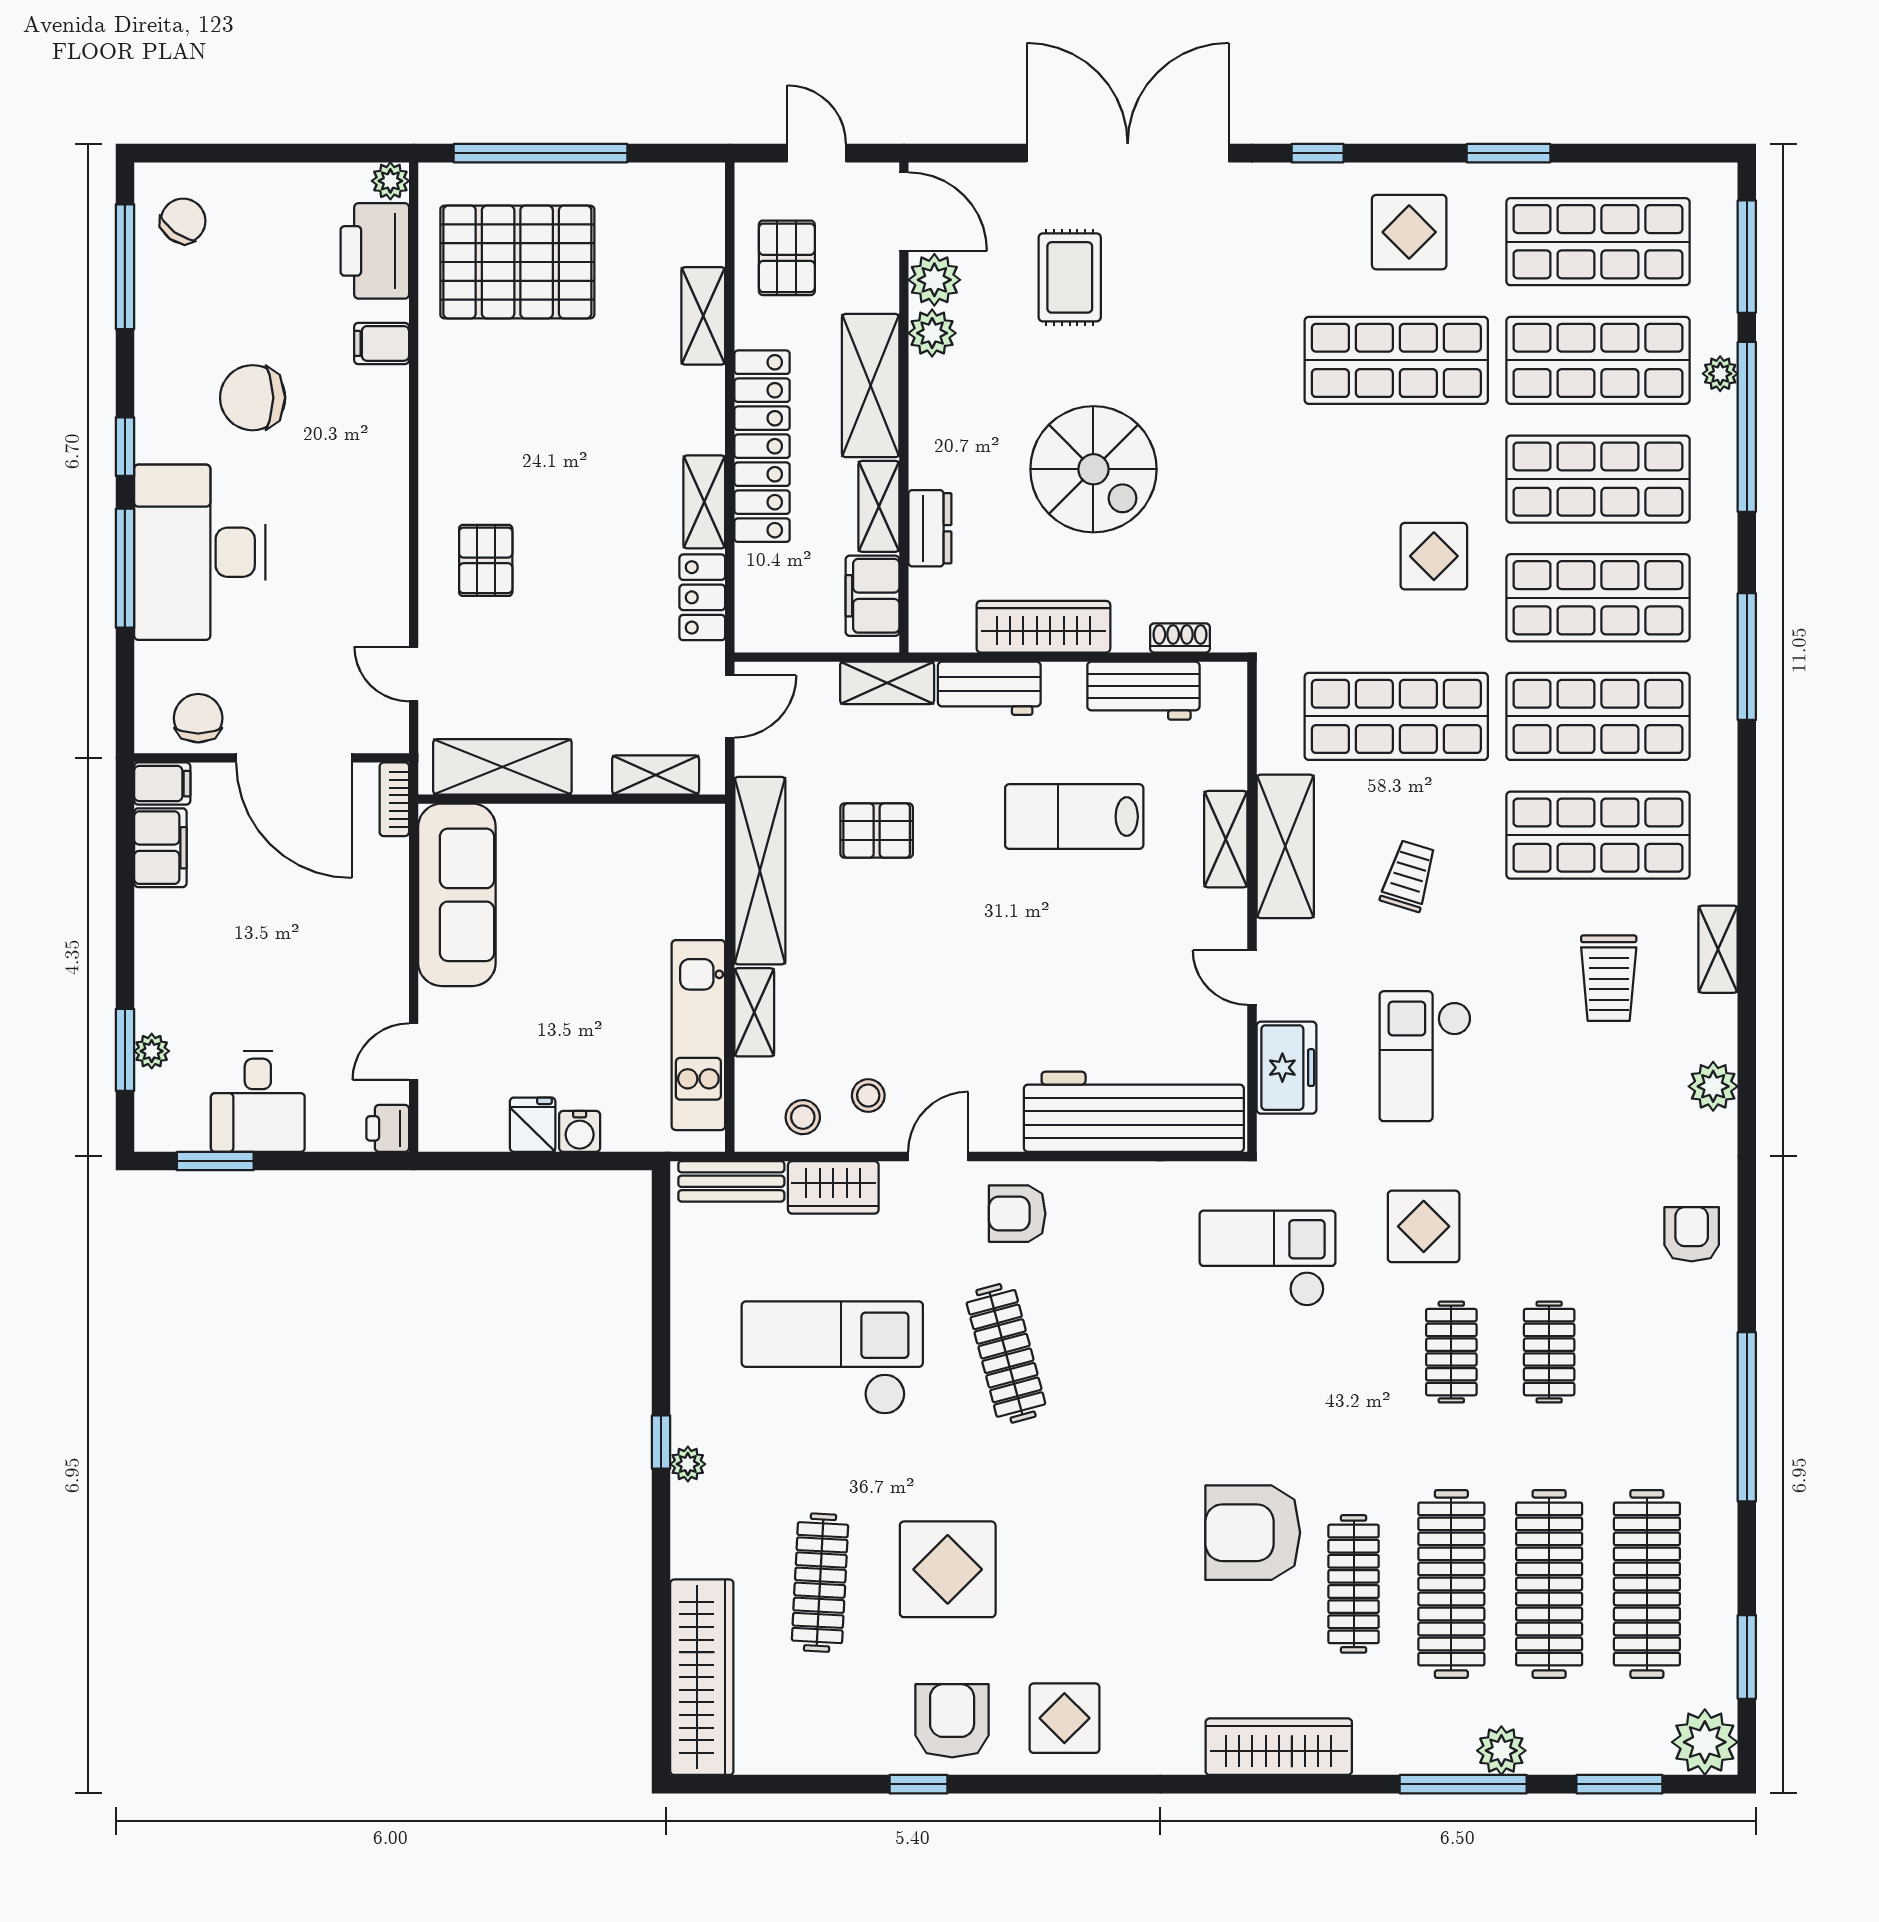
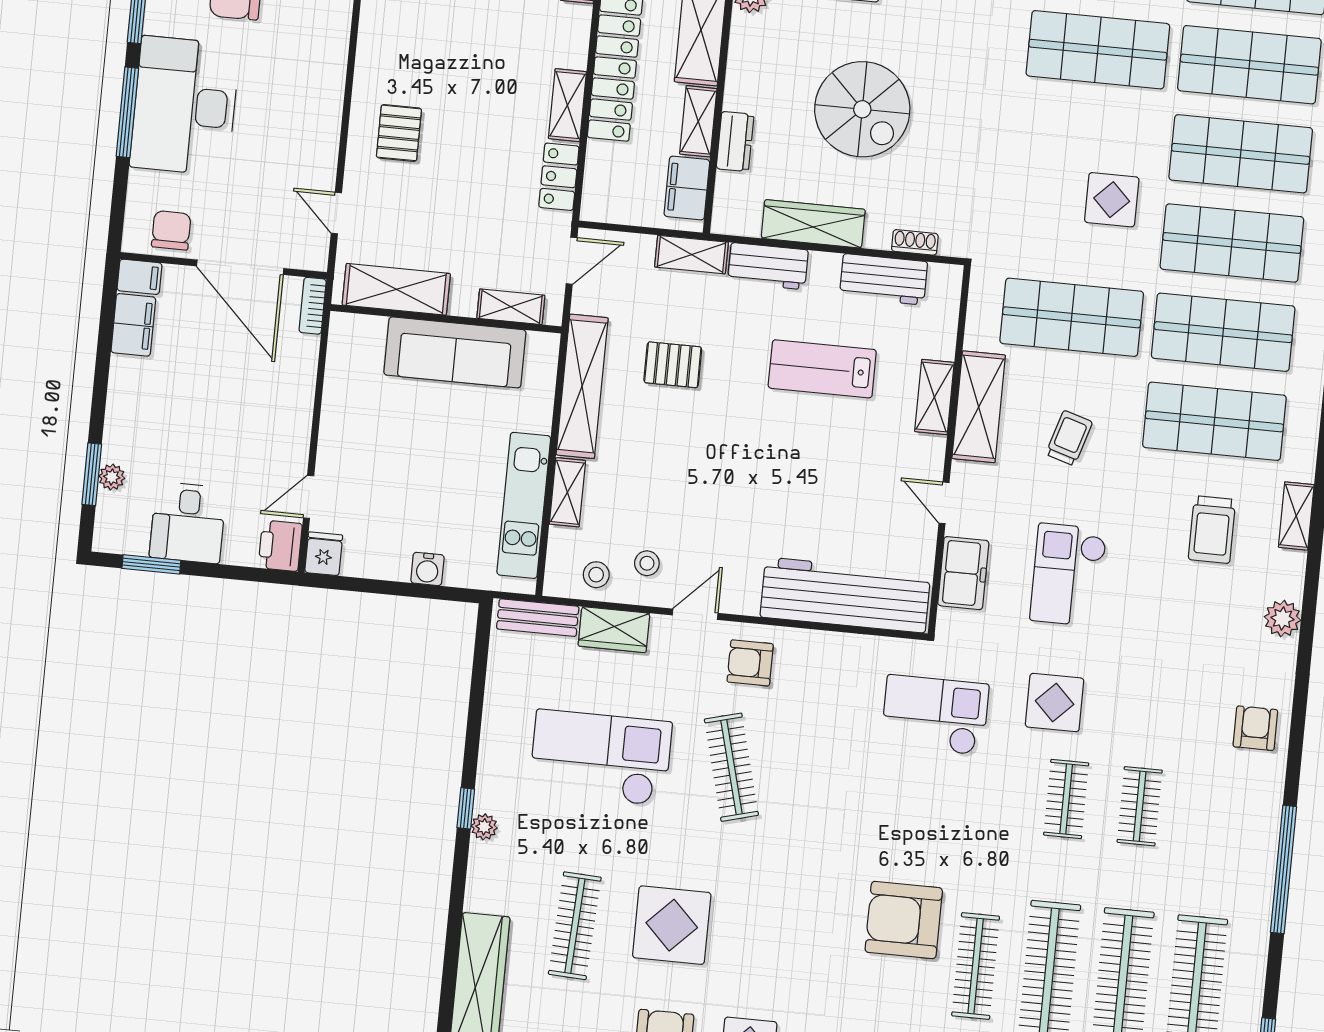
sofa: (457, 895) -> (455, 352), moved, turned 90
fridge: (533, 1125) -> (324, 554), moved
printer: (388, 1128) -> (280, 546), width x1.36, depth x1.24

